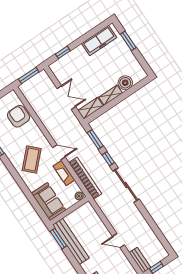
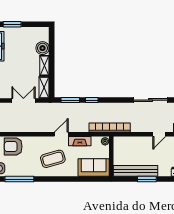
coffee table: (32, 160) -> (53, 159), turned -61
bookcase: (85, 178) -> (110, 128), moved
sliding door: (126, 185) -> (150, 100), moved
window: (58, 239) -> (147, 179), moved

